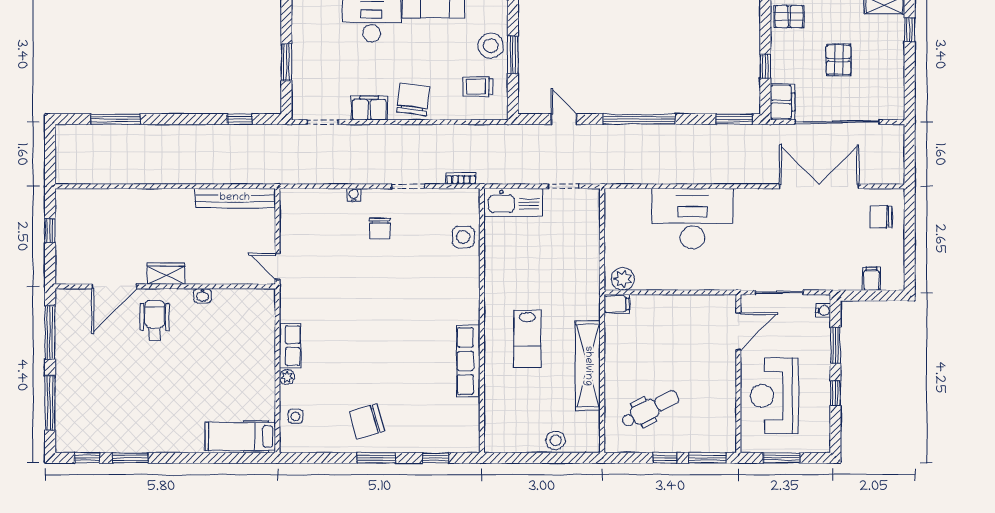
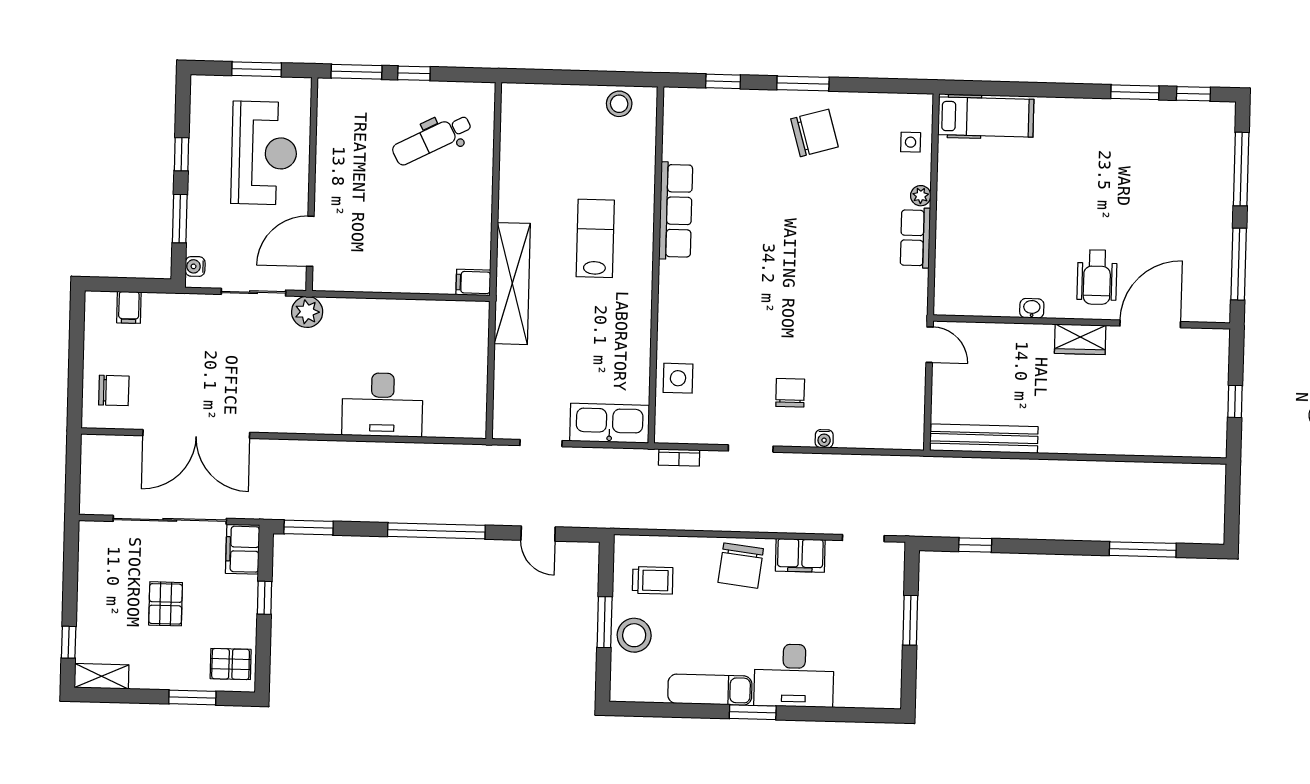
desk: (693, 219) -> (382, 405), width x0.73, depth x0.77
plant: (623, 279) -> (307, 312), moved
shelving: (588, 366) -> (512, 284), moved
stool: (556, 440) -> (619, 104), moved

